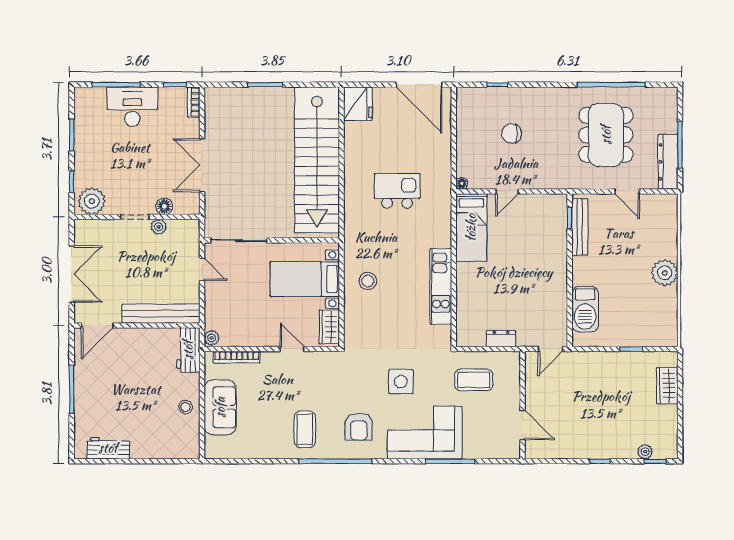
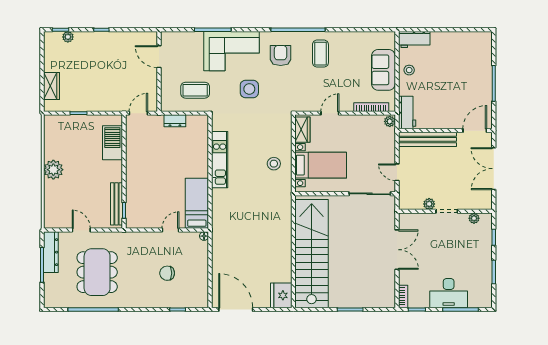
chair: (511, 134) -> (167, 273), turned 180
kitchen island: (397, 191) -> (252, 231), removed
plant: (92, 201) -> (474, 218), width x0.53, depth x0.53
floor lamp: (164, 206) -> (425, 219), removed
door: (292, 349) -> (330, 113), swing flipped
workbench: (108, 448) -> (414, 39), moved

